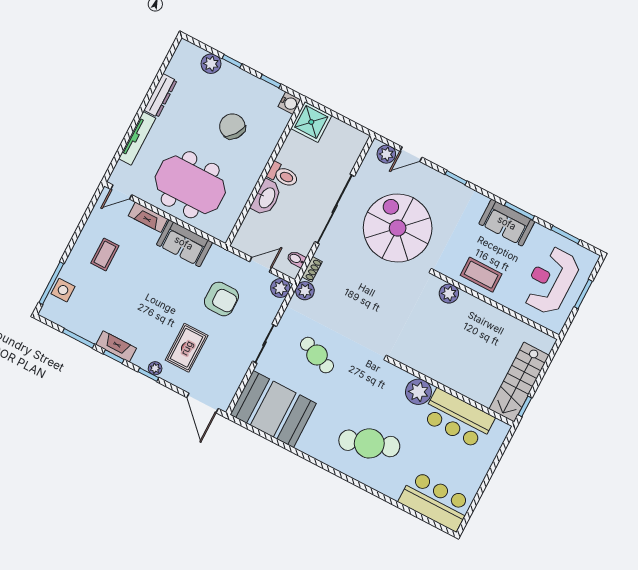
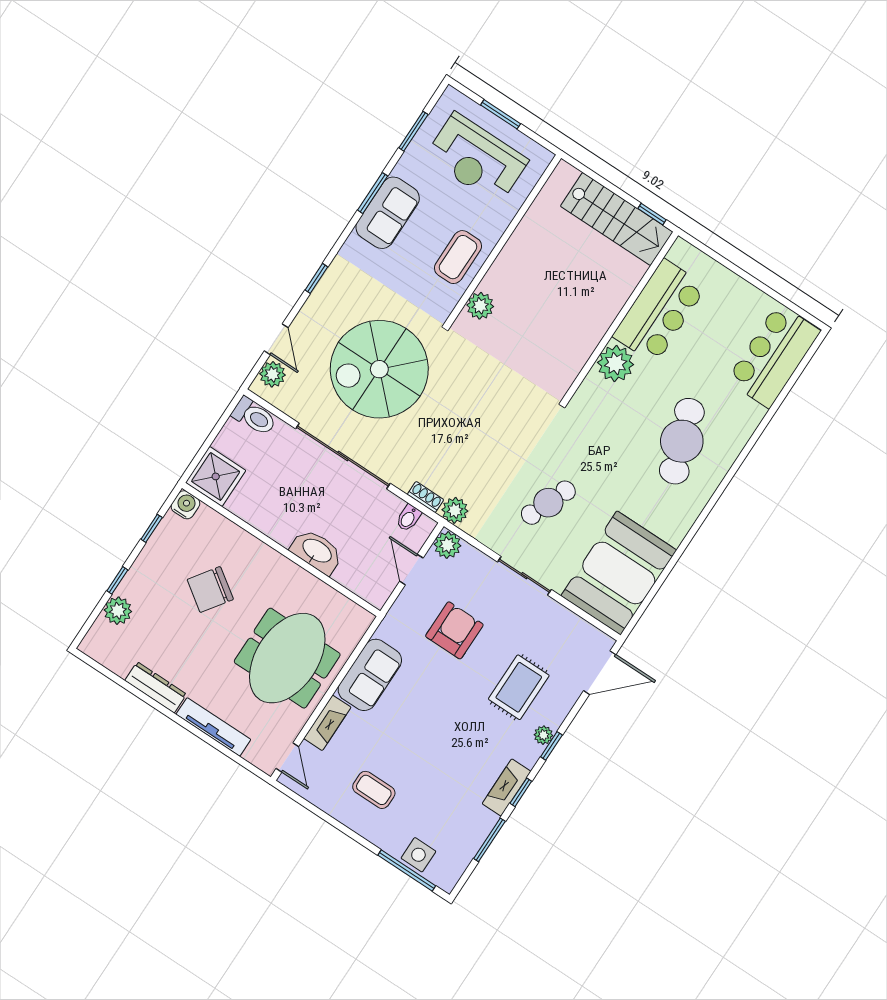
toilet: (283, 175) -> (254, 416), moved, turned 90
rug: (187, 348) -> (519, 687), turned 90

